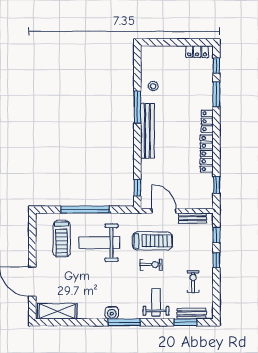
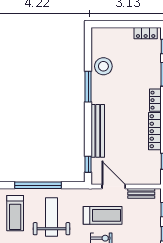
stool: (153, 86) -> (103, 66), width x1.89, depth x1.89
bench: (147, 131) -> (98, 131), moved
weight bench: (99, 243) -> (52, 217), turned 90

